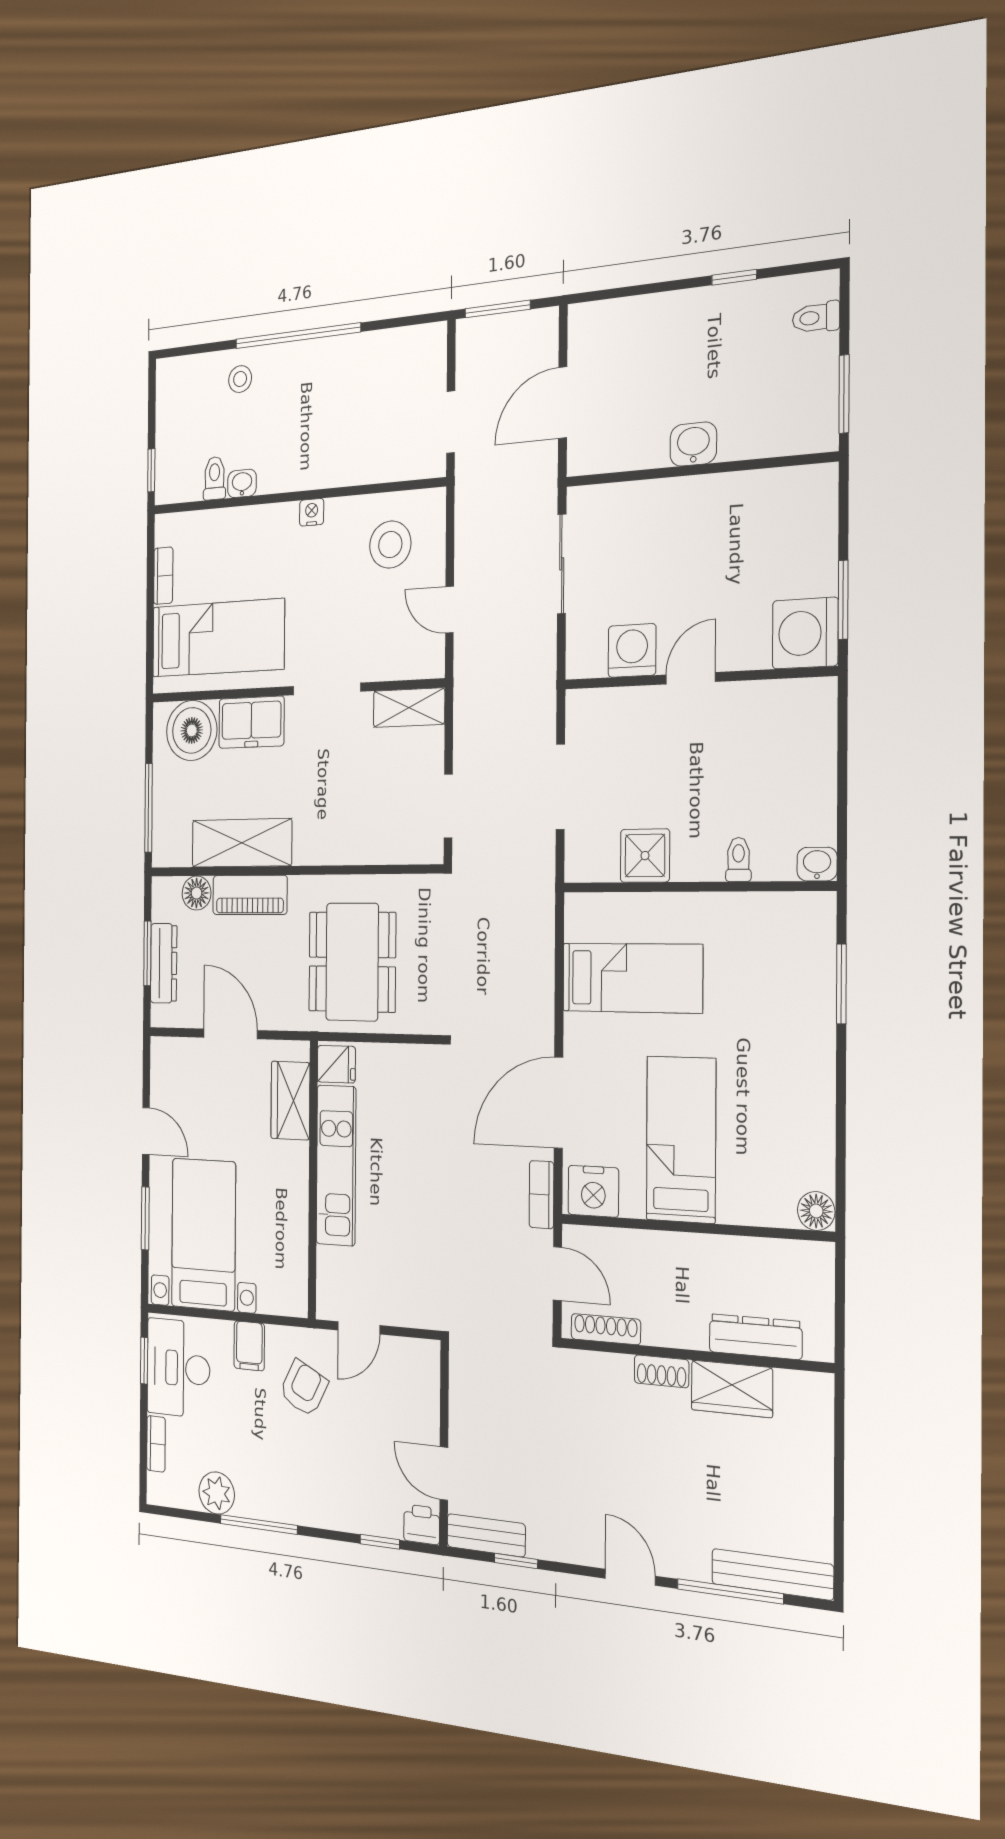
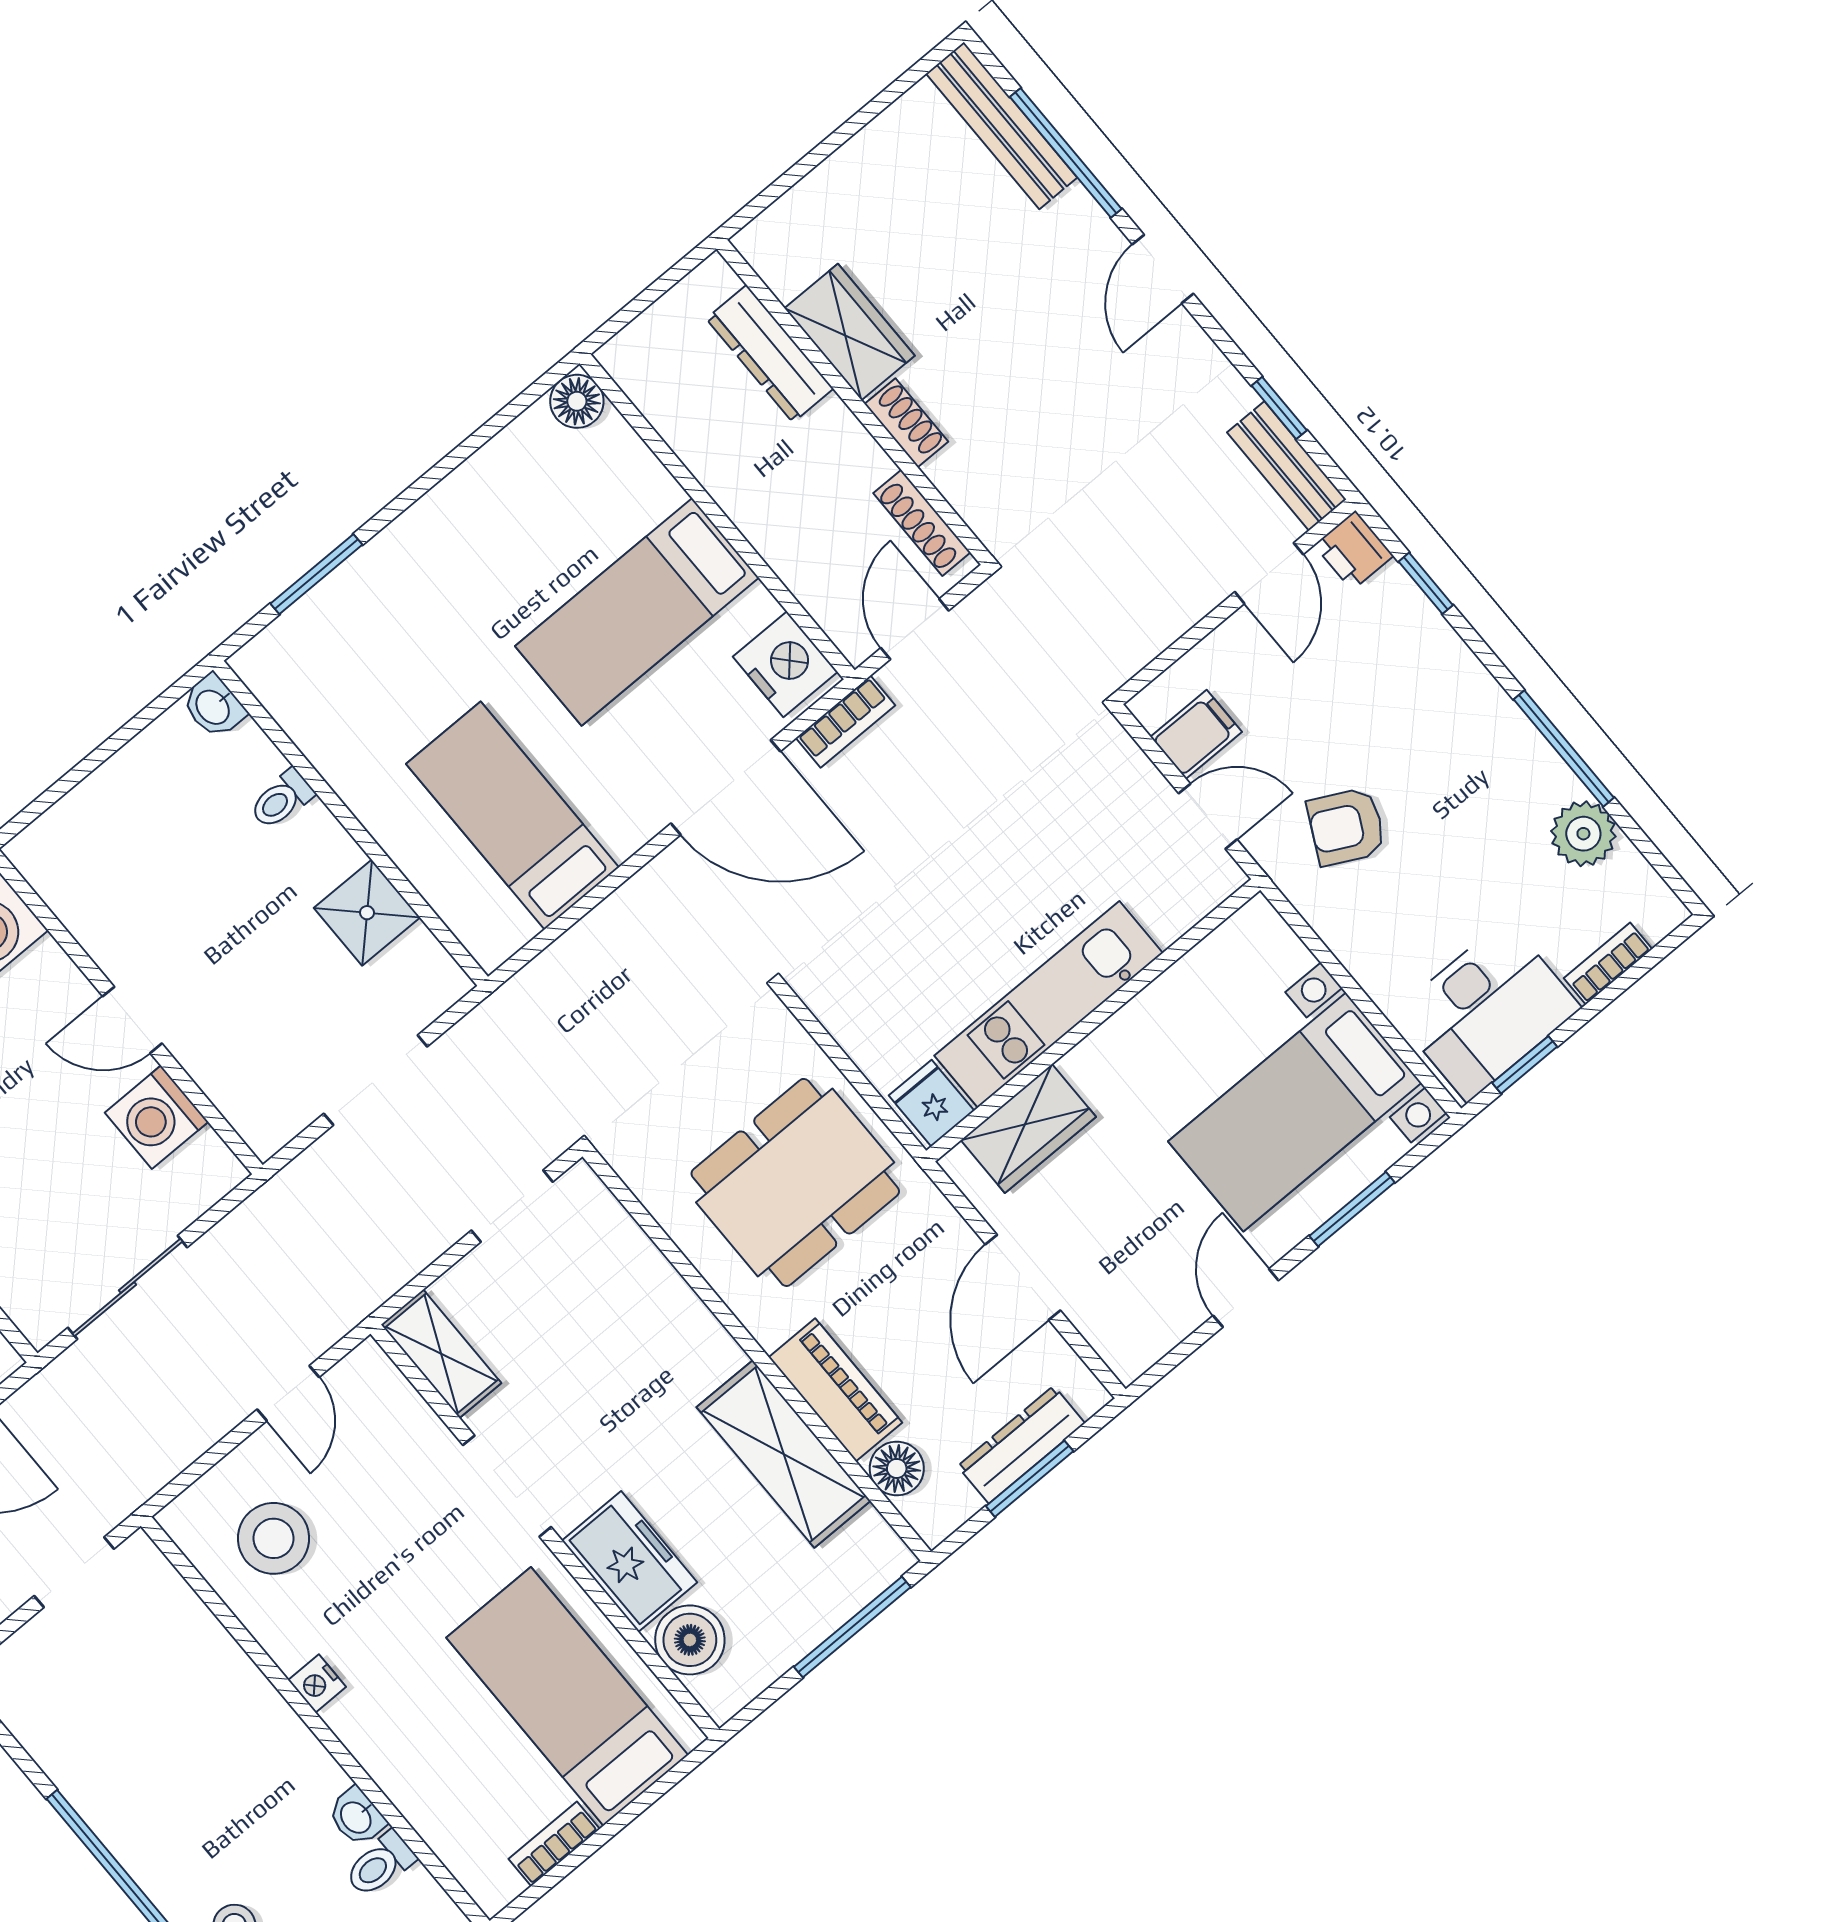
boiler: (192, 730) -> (690, 1640), width x0.73, depth x0.73
filing cabinet: (249, 1346) -> (1196, 734), moved

